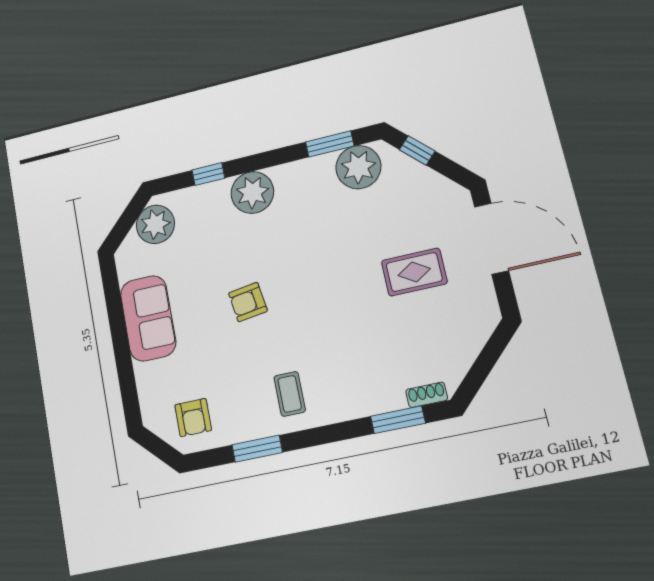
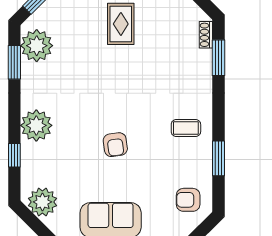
armchair: (193, 418) -> (188, 200), turned 180

